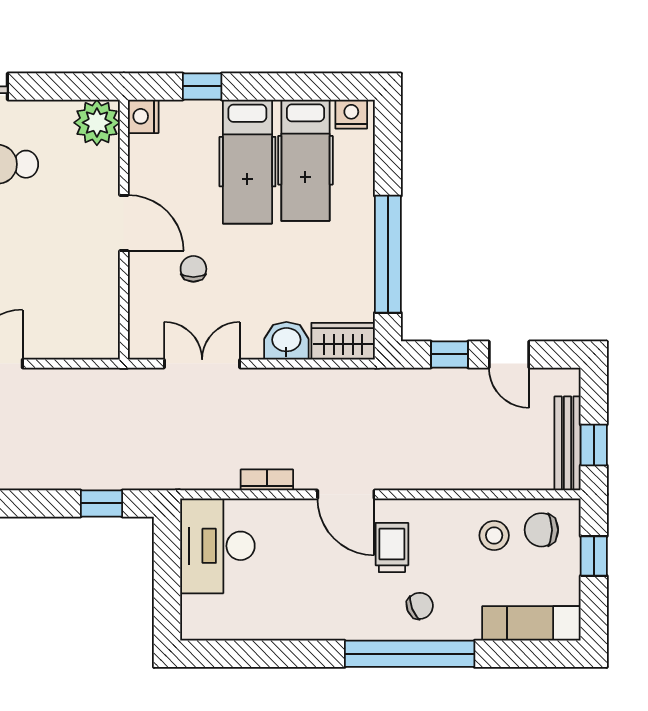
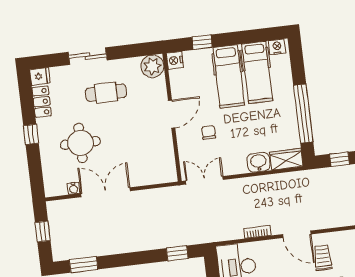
door: (124, 223) -> (172, 114), hinge flipped
double door: (202, 364) -> (204, 180), moved

